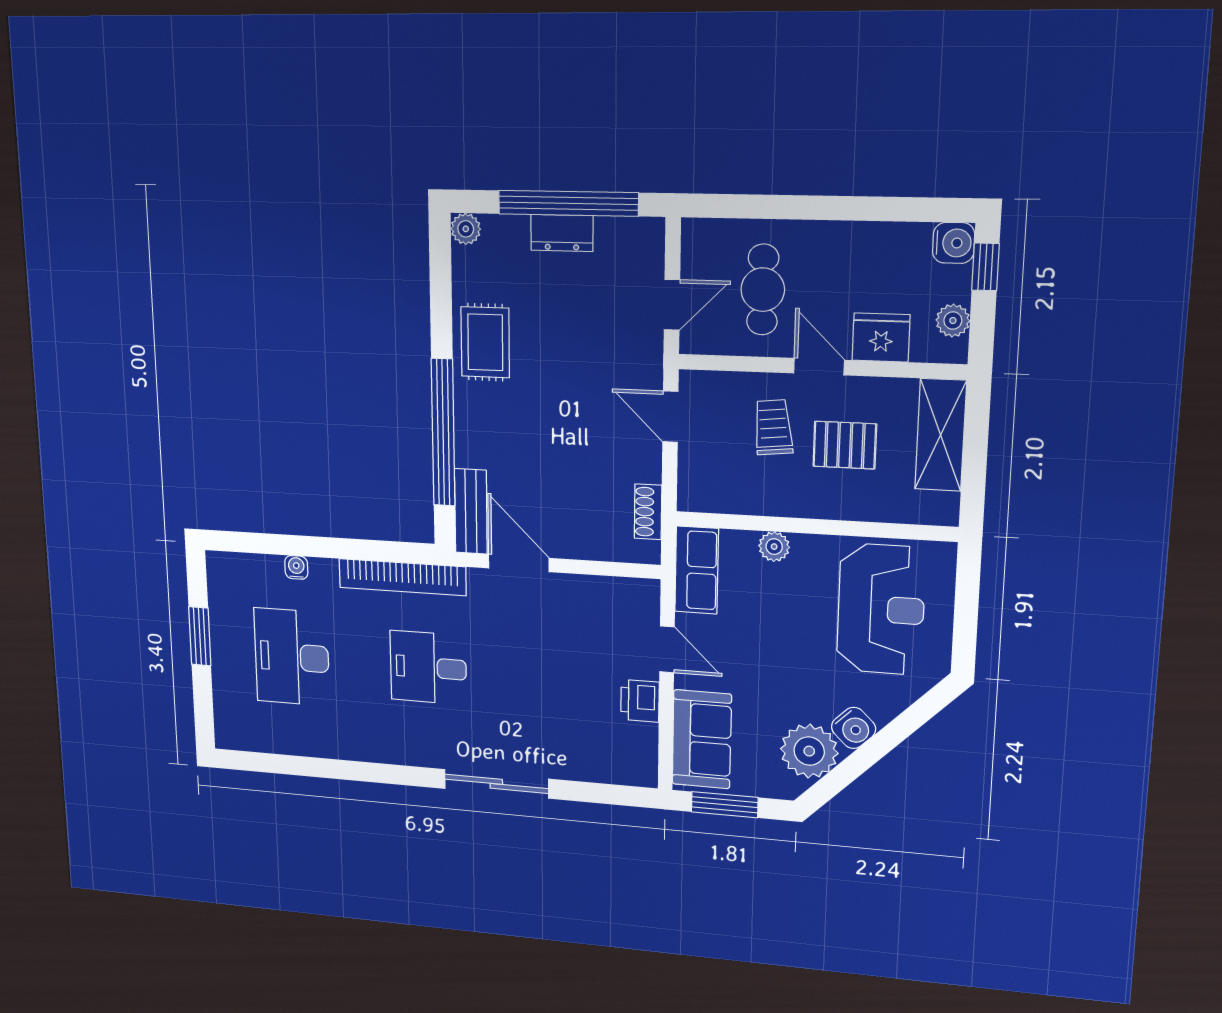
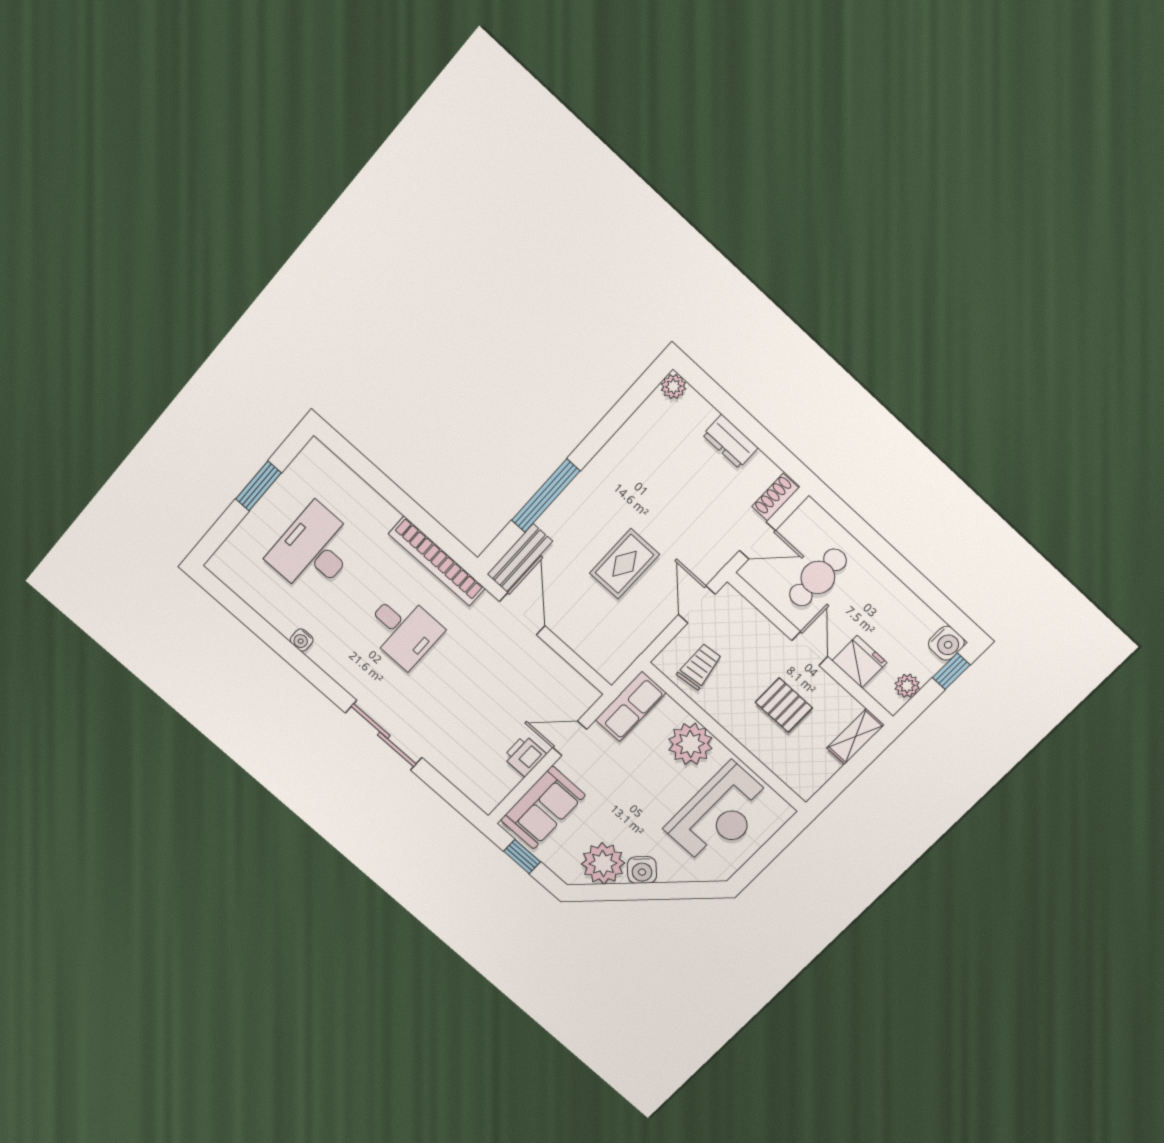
window: (568, 203) -> (750, 427), removed
rug: (485, 342) -> (624, 564), moved
trolley: (773, 427) -> (700, 666), moved
window: (443, 433) -> (546, 496), width x0.68
shelving: (941, 435) -> (856, 737), width x0.67, depth x0.75
shoe rack: (648, 512) -> (775, 497), moved
plant: (774, 547) -> (690, 744), width x1.87, depth x1.87
water cooler: (296, 567) -> (302, 640), moved, turned 180
door: (667, 649) -> (570, 738), swing flipped
desk: (428, 668) -> (403, 630), turned 180
window: (725, 805) -> (522, 856), width x0.67

